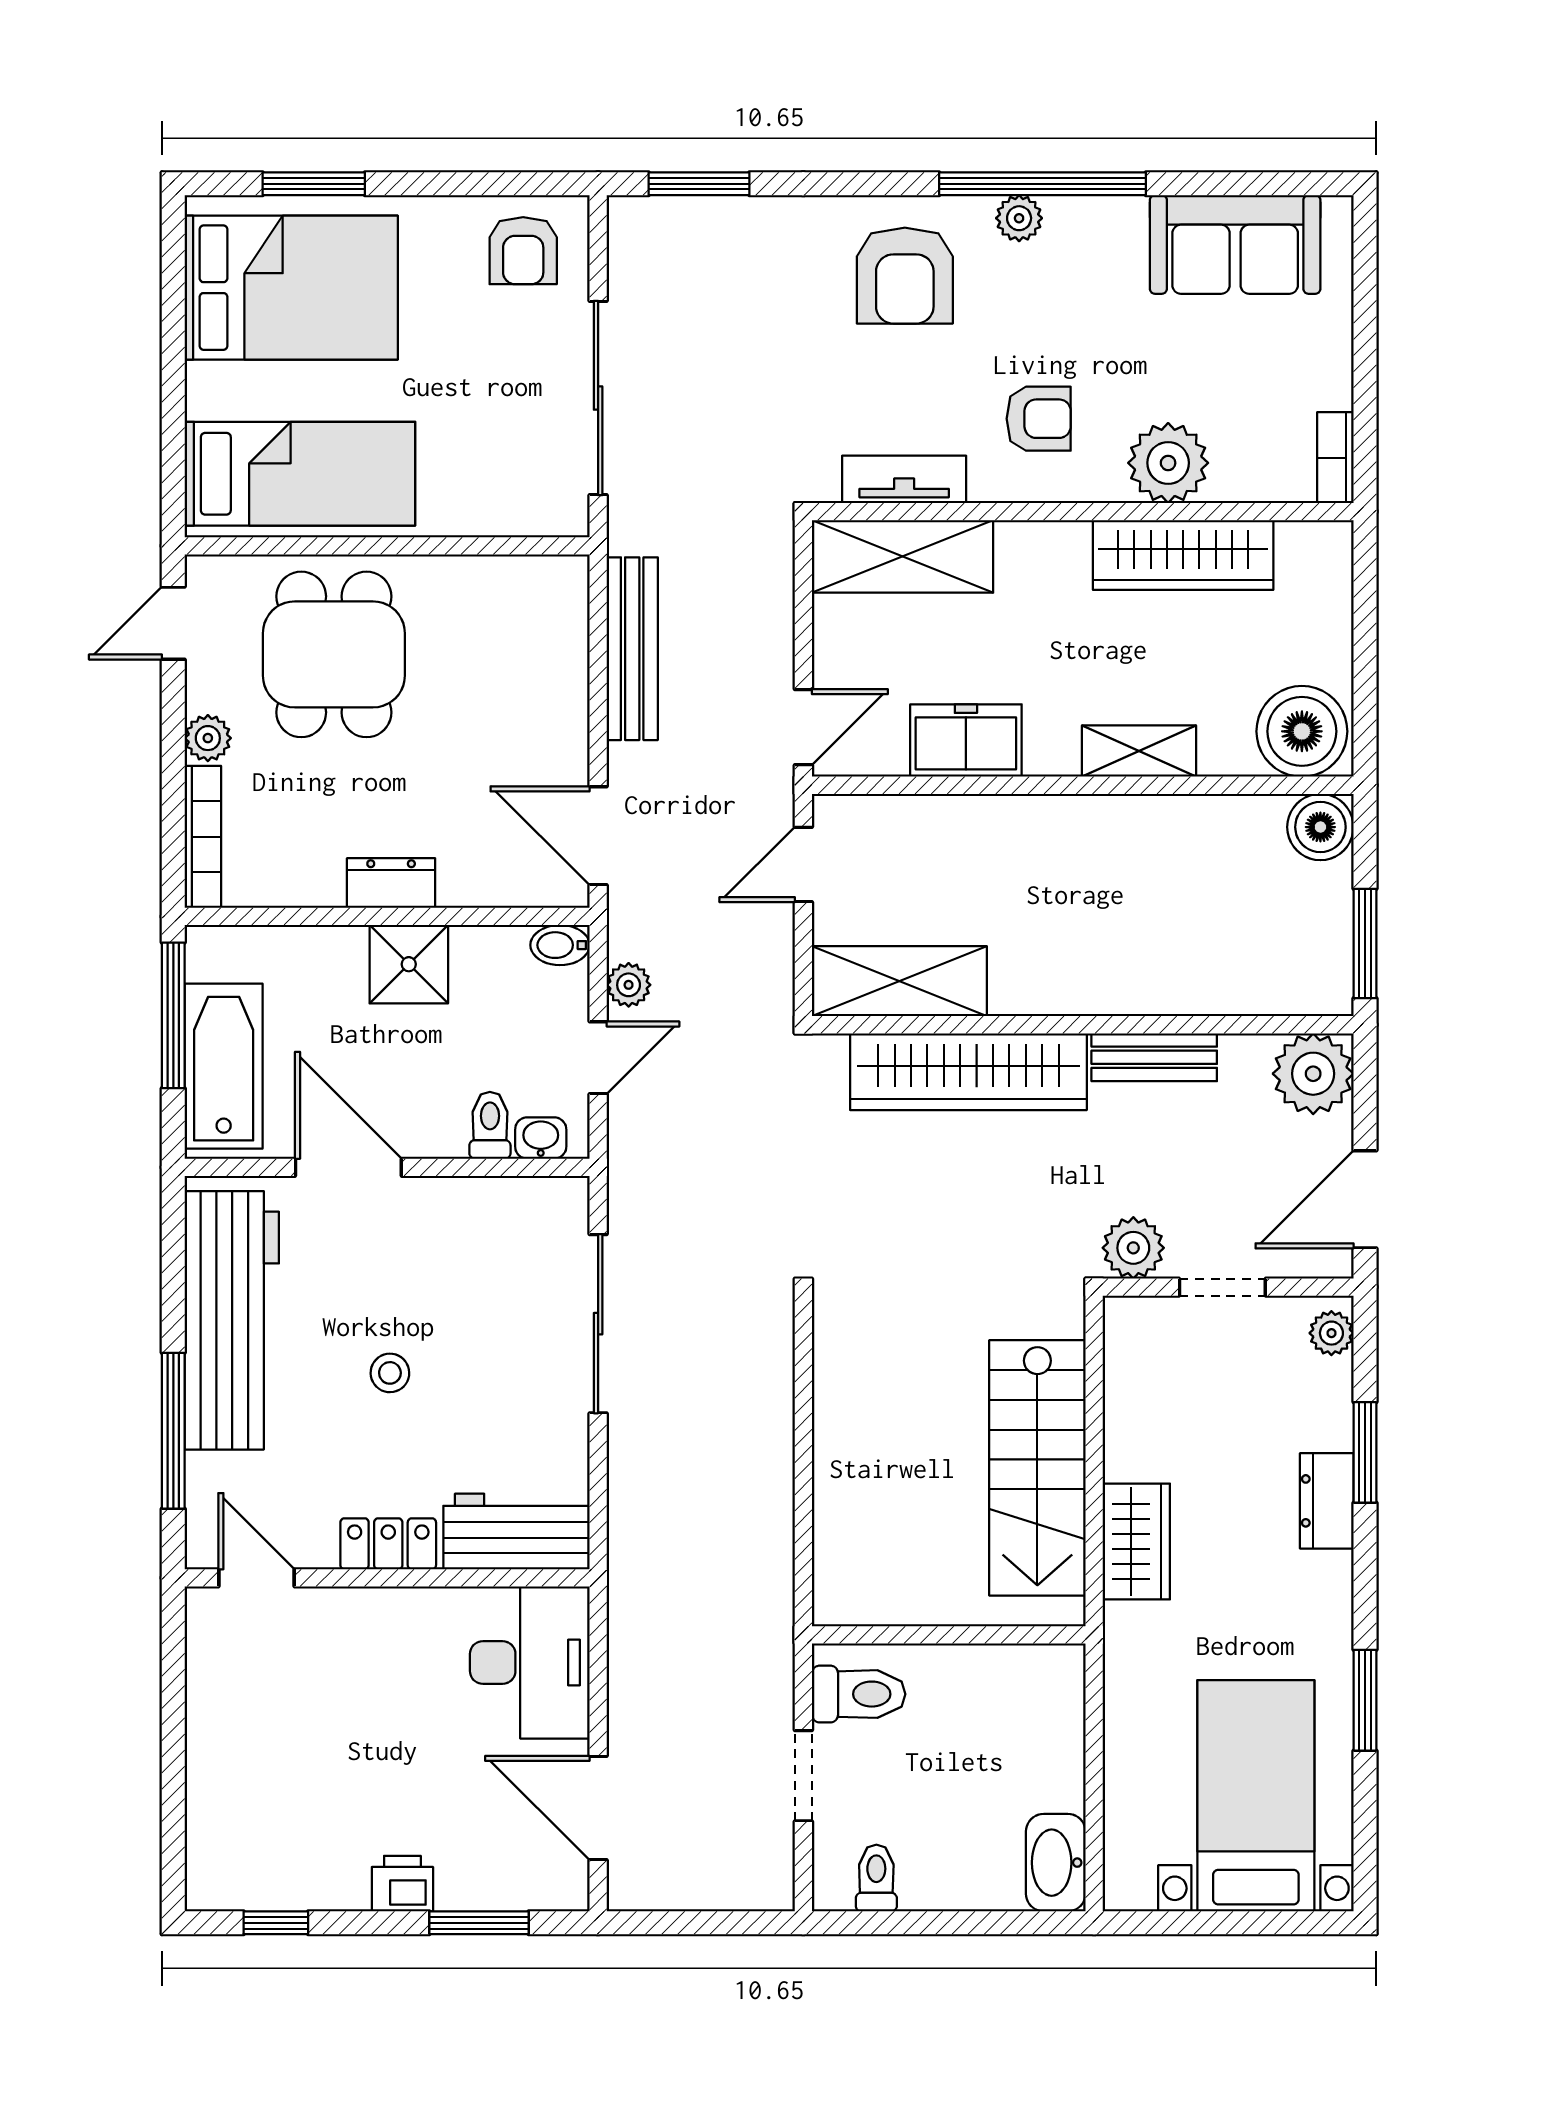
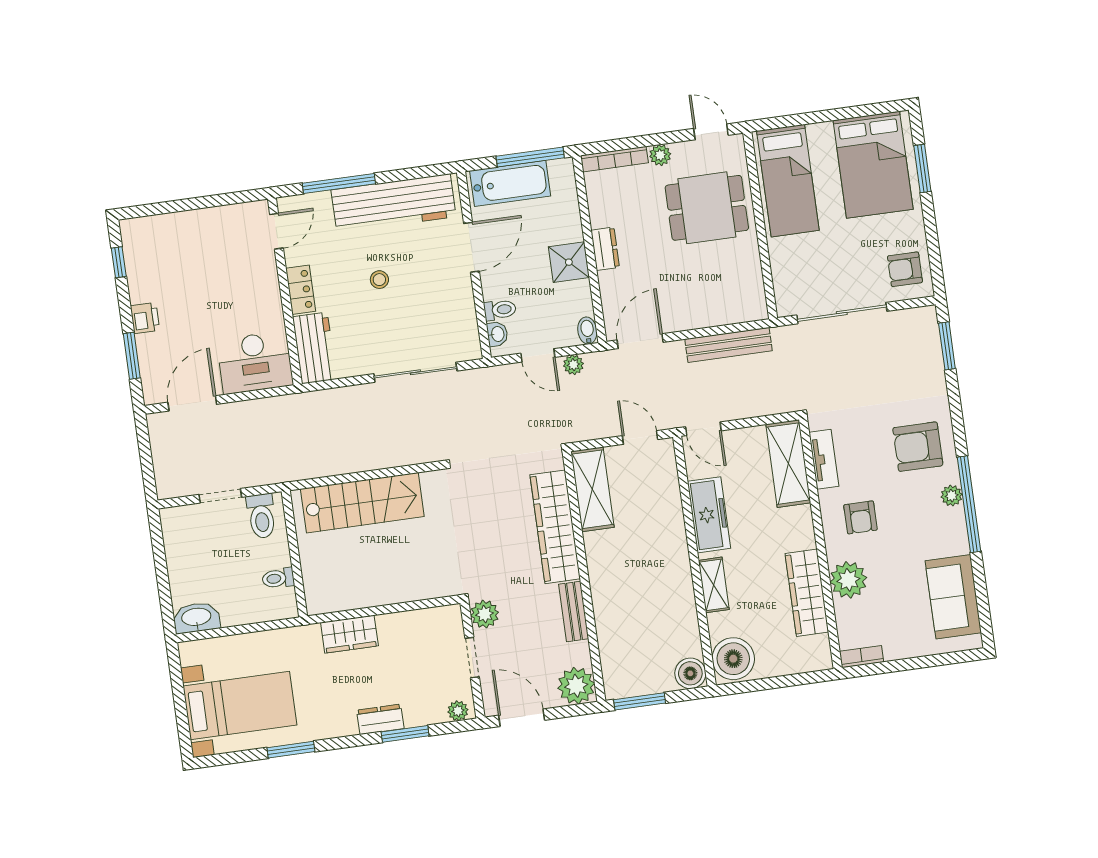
freezer: (966, 741) -> (709, 515), width x1.40
stairs: (1037, 1468) -> (362, 503), moved, turned 180
toilet: (876, 1878) -> (278, 578), moved, turned 180

